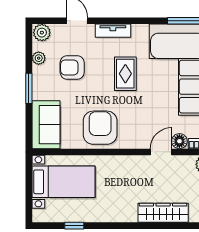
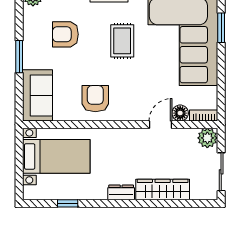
plant: (39, 58) -> (30, 24), removed
armchair: (100, 128) -> (95, 99), width x0.73, depth x0.73
dresser: (124, 215) -> (121, 192), added

